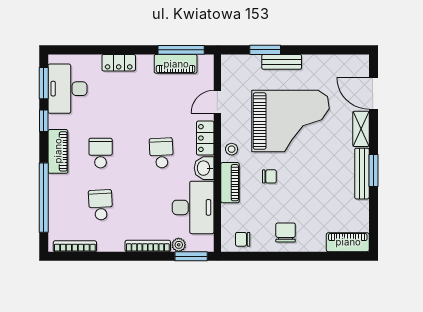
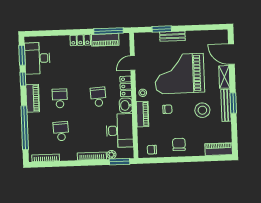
locker: (119, 63) -> (80, 40), moved
grand piano: (290, 121) -> (179, 74), turned 180
stool: (324, 180) -> (202, 110), added

